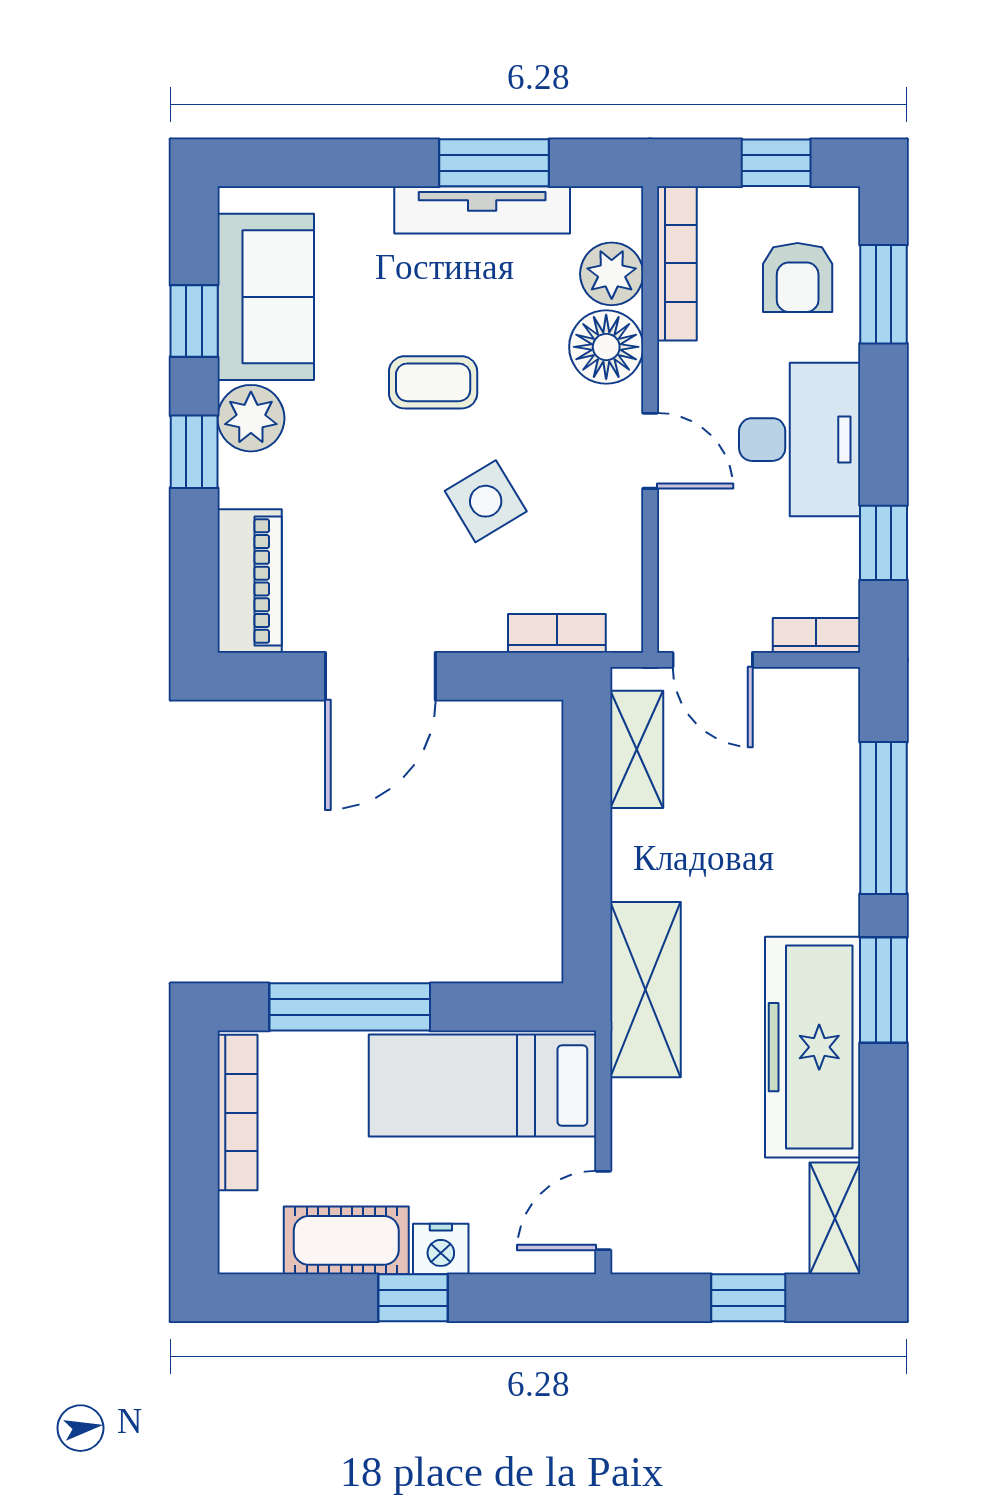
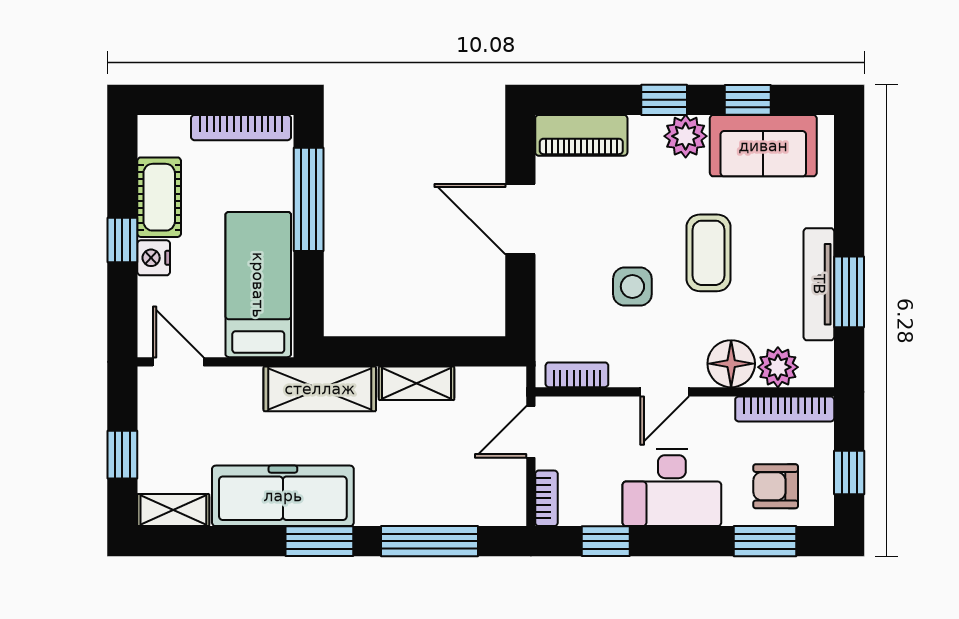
coffee table: (433, 382) -> (709, 253), width x1.36, depth x1.30
side table: (486, 501) -> (632, 287), turned 31
bookcase: (557, 633) -> (577, 375), moved, turned -90
shelving: (637, 749) -> (417, 383), moved

